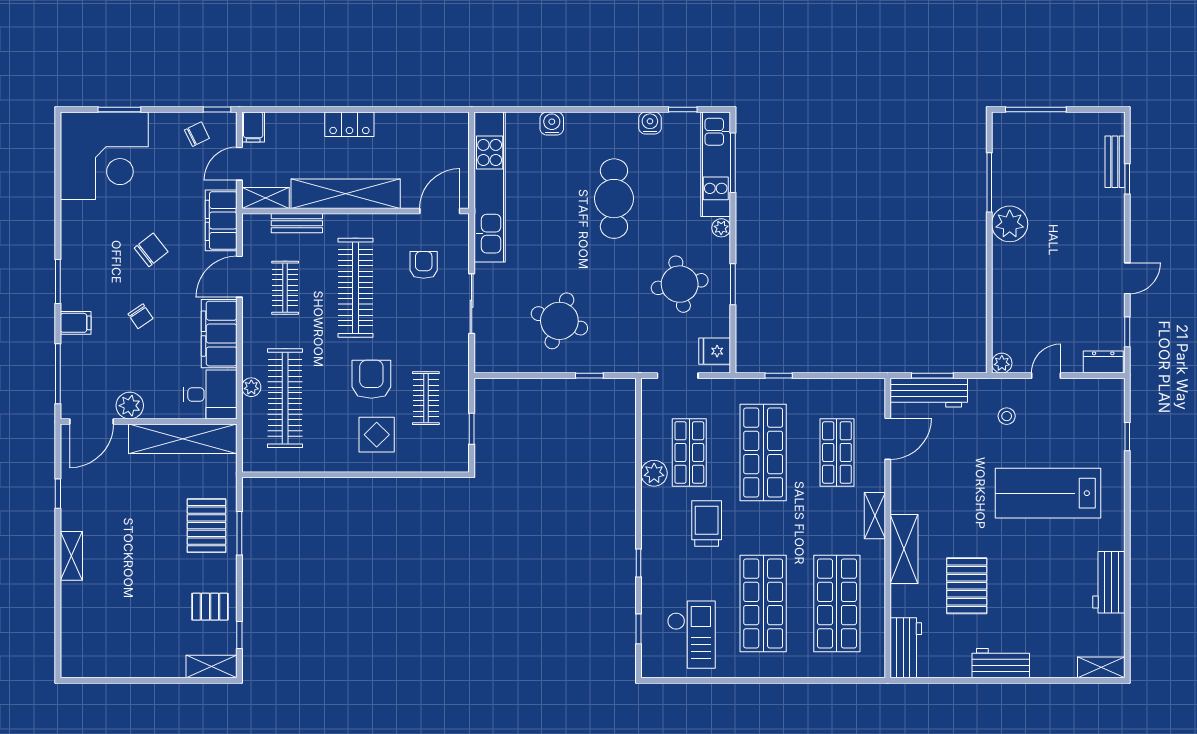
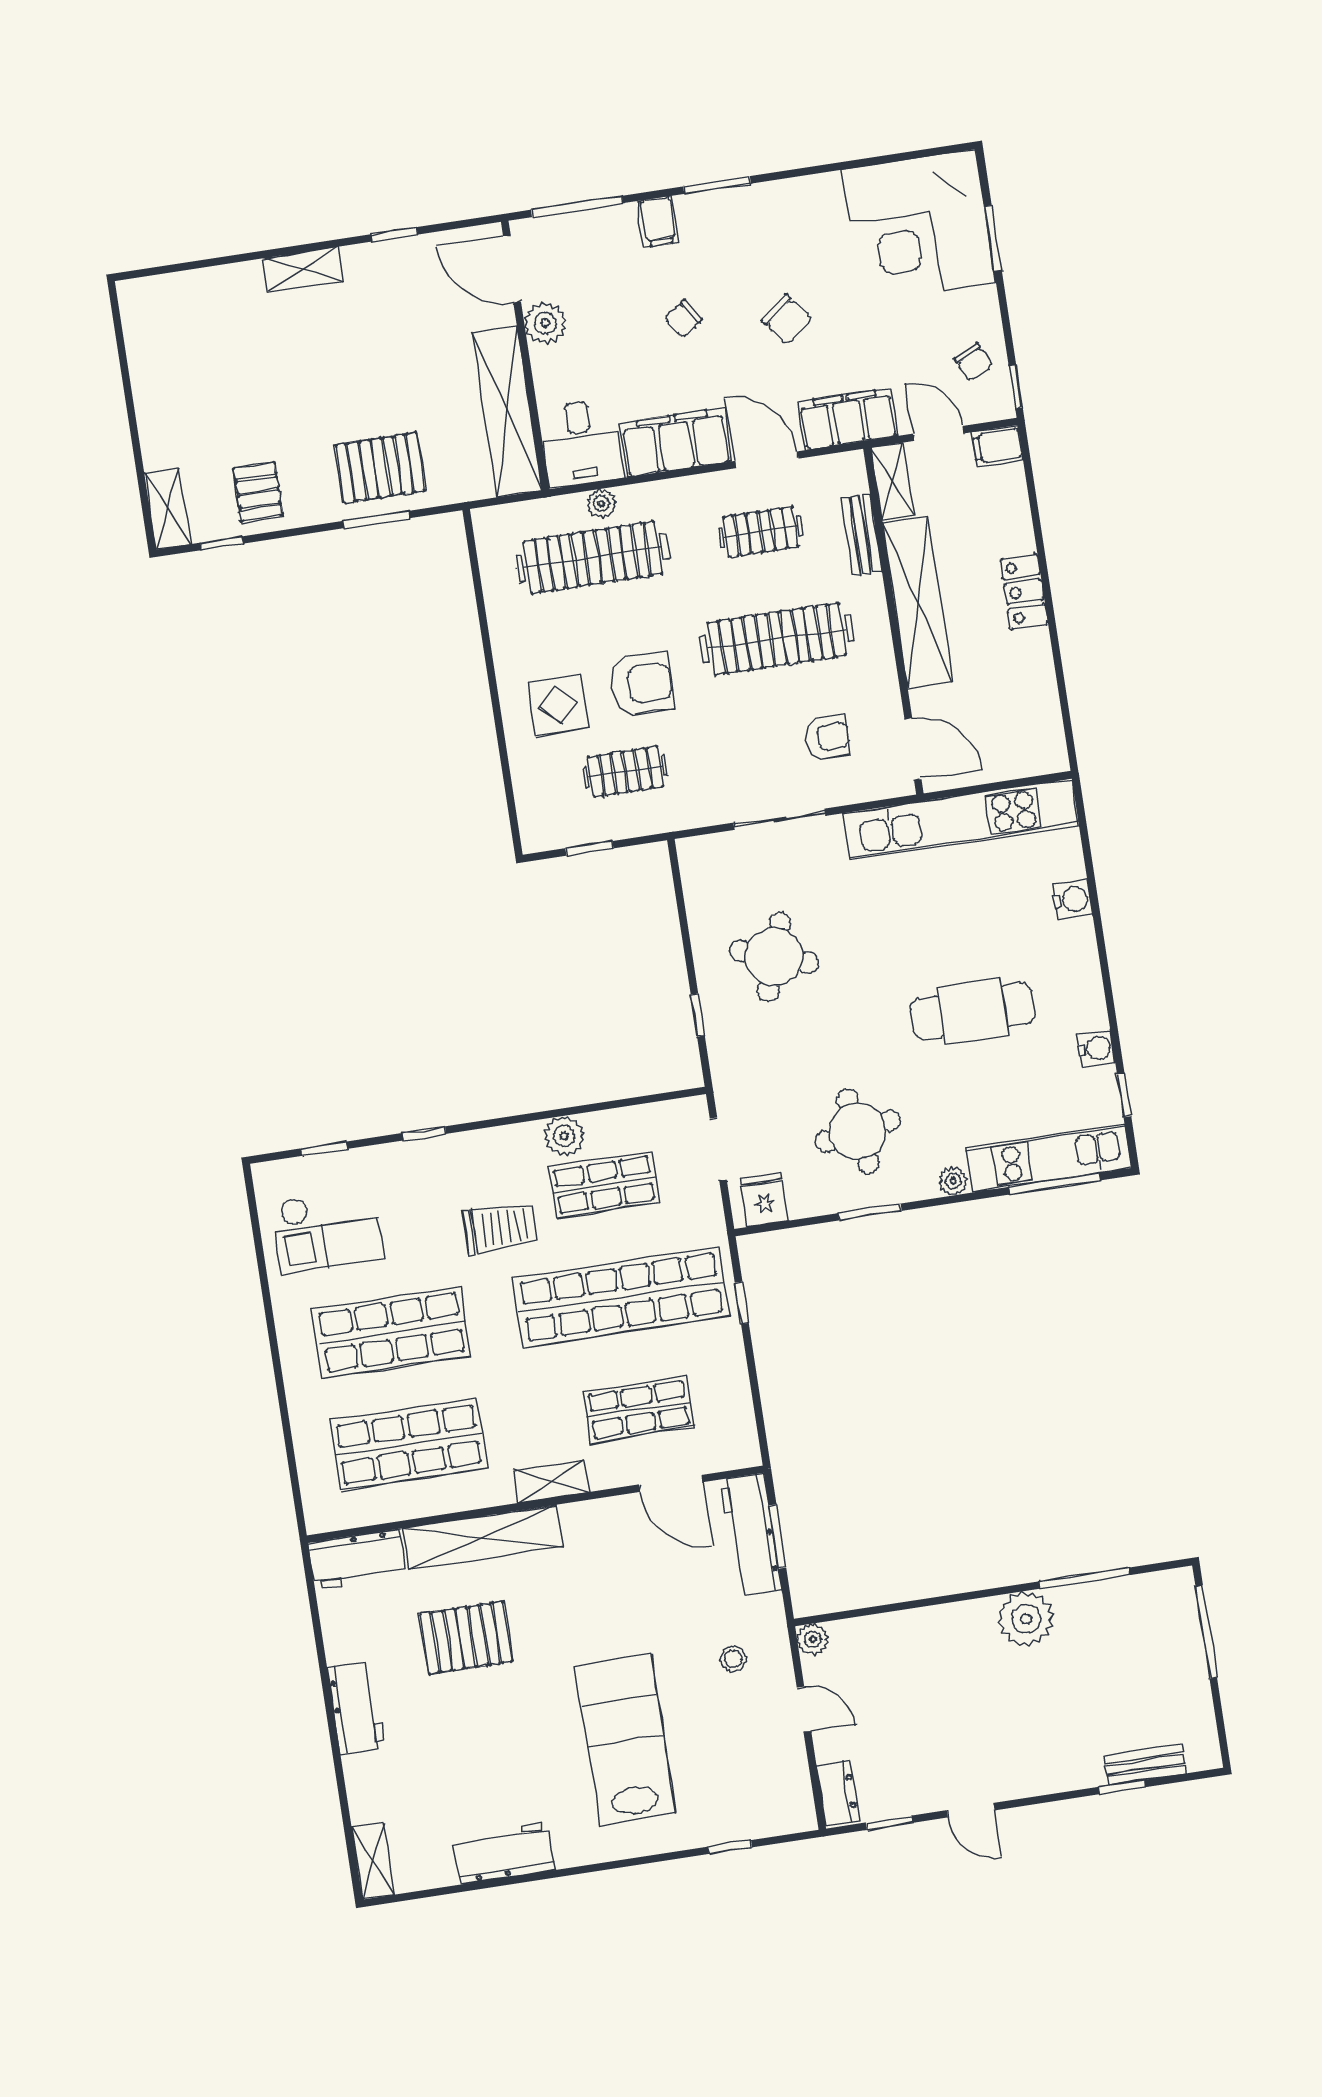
shop shelf: (763, 452) -> (621, 1297), width x1.40
shelving: (904, 549) -> (483, 1537), width x1.47

